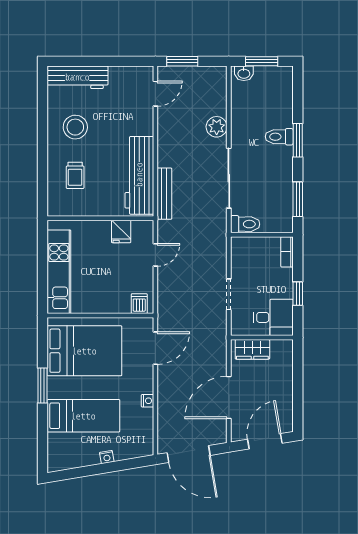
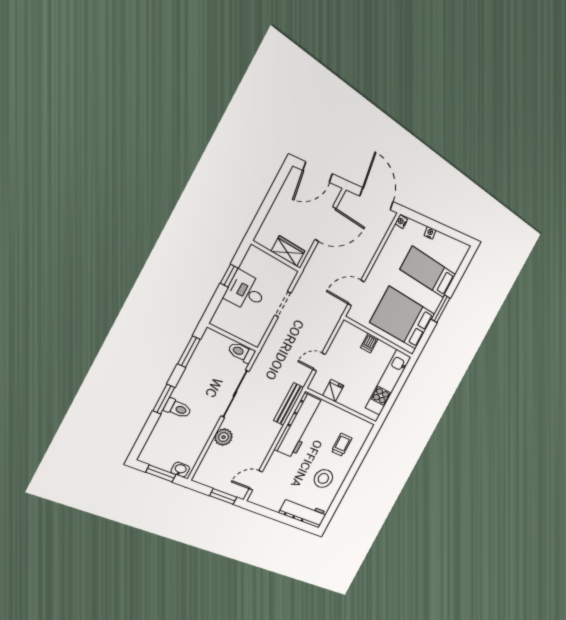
bookcase: (287, 252) -> (220, 314), removed
dishwasher: (139, 304) -> (369, 343), moved
desk: (273, 317) -> (246, 292), moved
nightstand: (148, 401) -> (401, 222), moved

